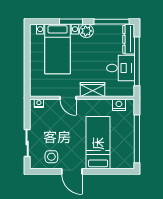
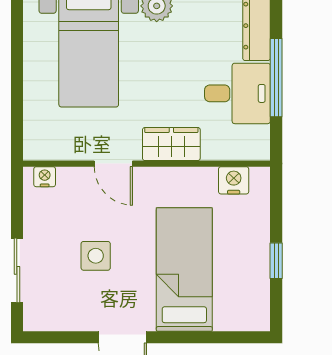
window: (137, 61) -> (276, 78), width x0.68
window: (137, 139) -> (276, 261), width x0.32
side table: (51, 157) -> (96, 256), moved

